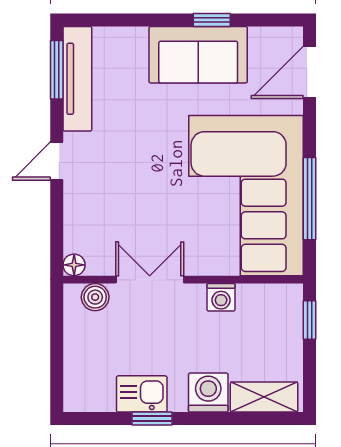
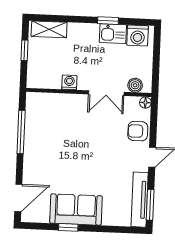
corner sofa: (246, 196) -> (54, 135), removed
armchair: (86, 210) -> (138, 131), added
window: (309, 320) -> (24, 50), moved
washing machine: (208, 393) -> (138, 35), moved

